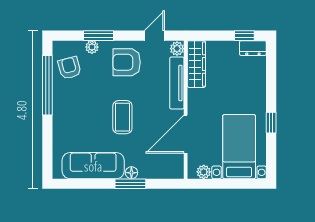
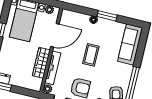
wardrobe: (196, 64) -> (41, 63), moved
sofa: (93, 166) -> (130, 45), moved, turned 90
window: (130, 184) -> (107, 16), moved

